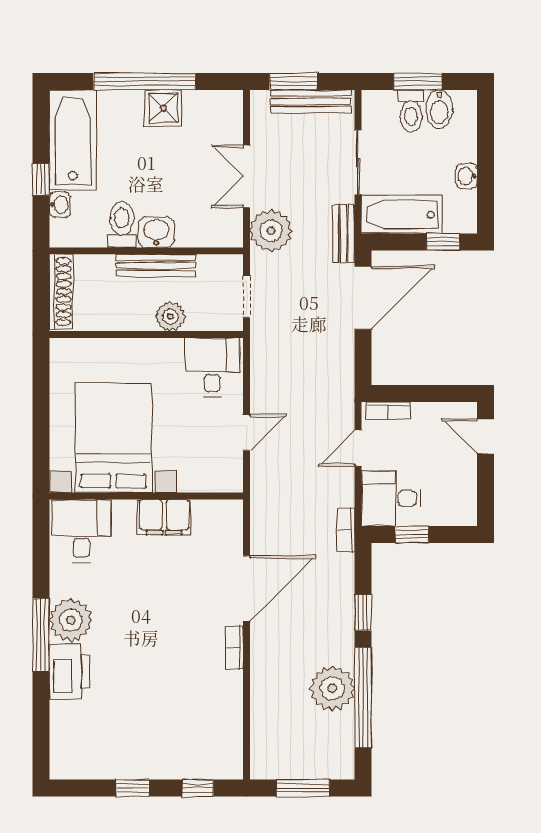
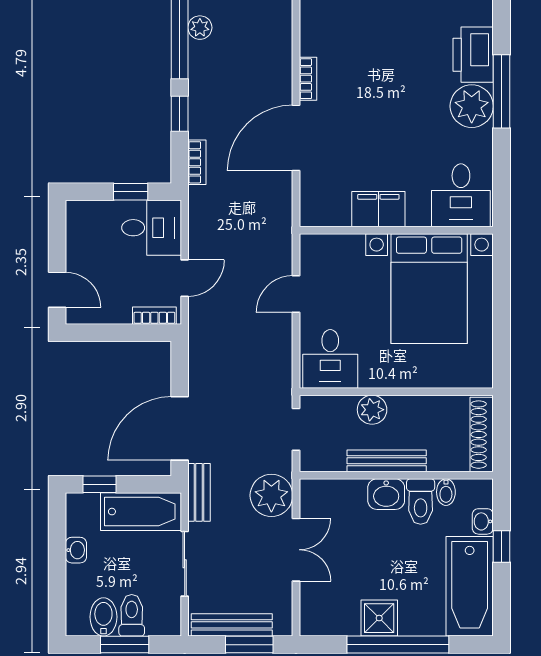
bidet: (96, 234) -> (446, 492), added
bookcase: (346, 530) -> (197, 162), moved
plant: (332, 688) -> (200, 28), width x0.53, depth x0.53

